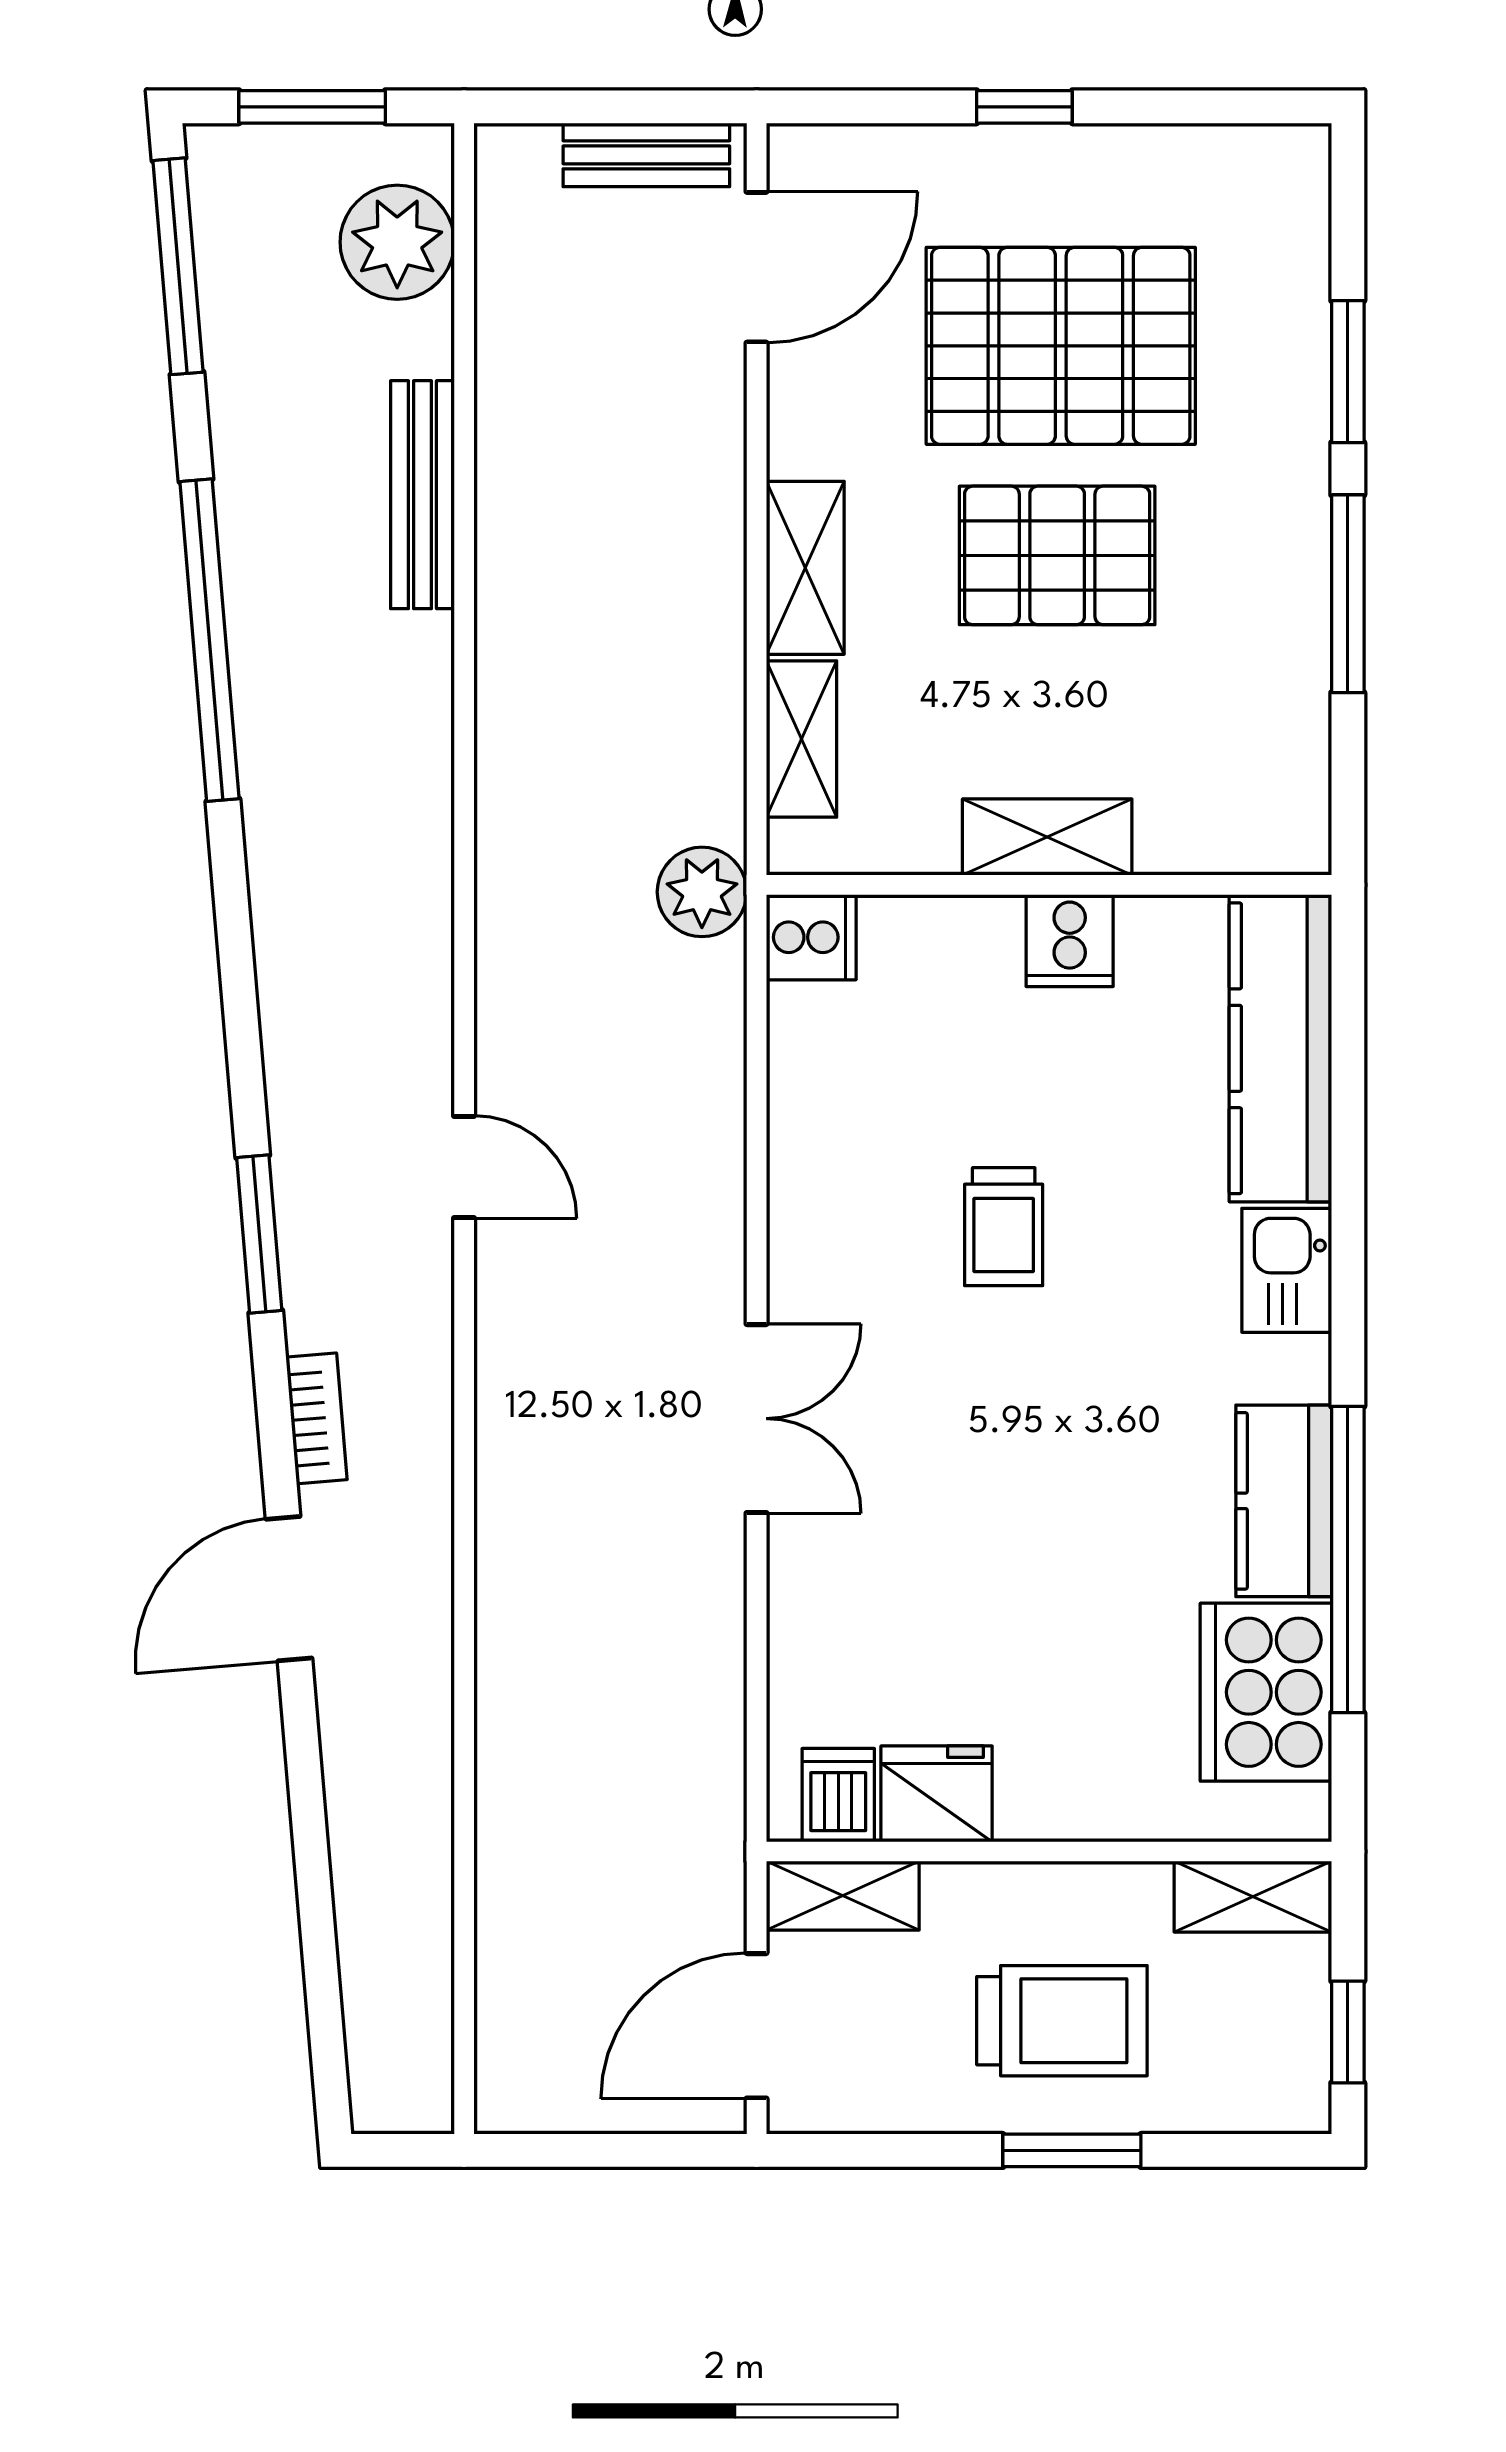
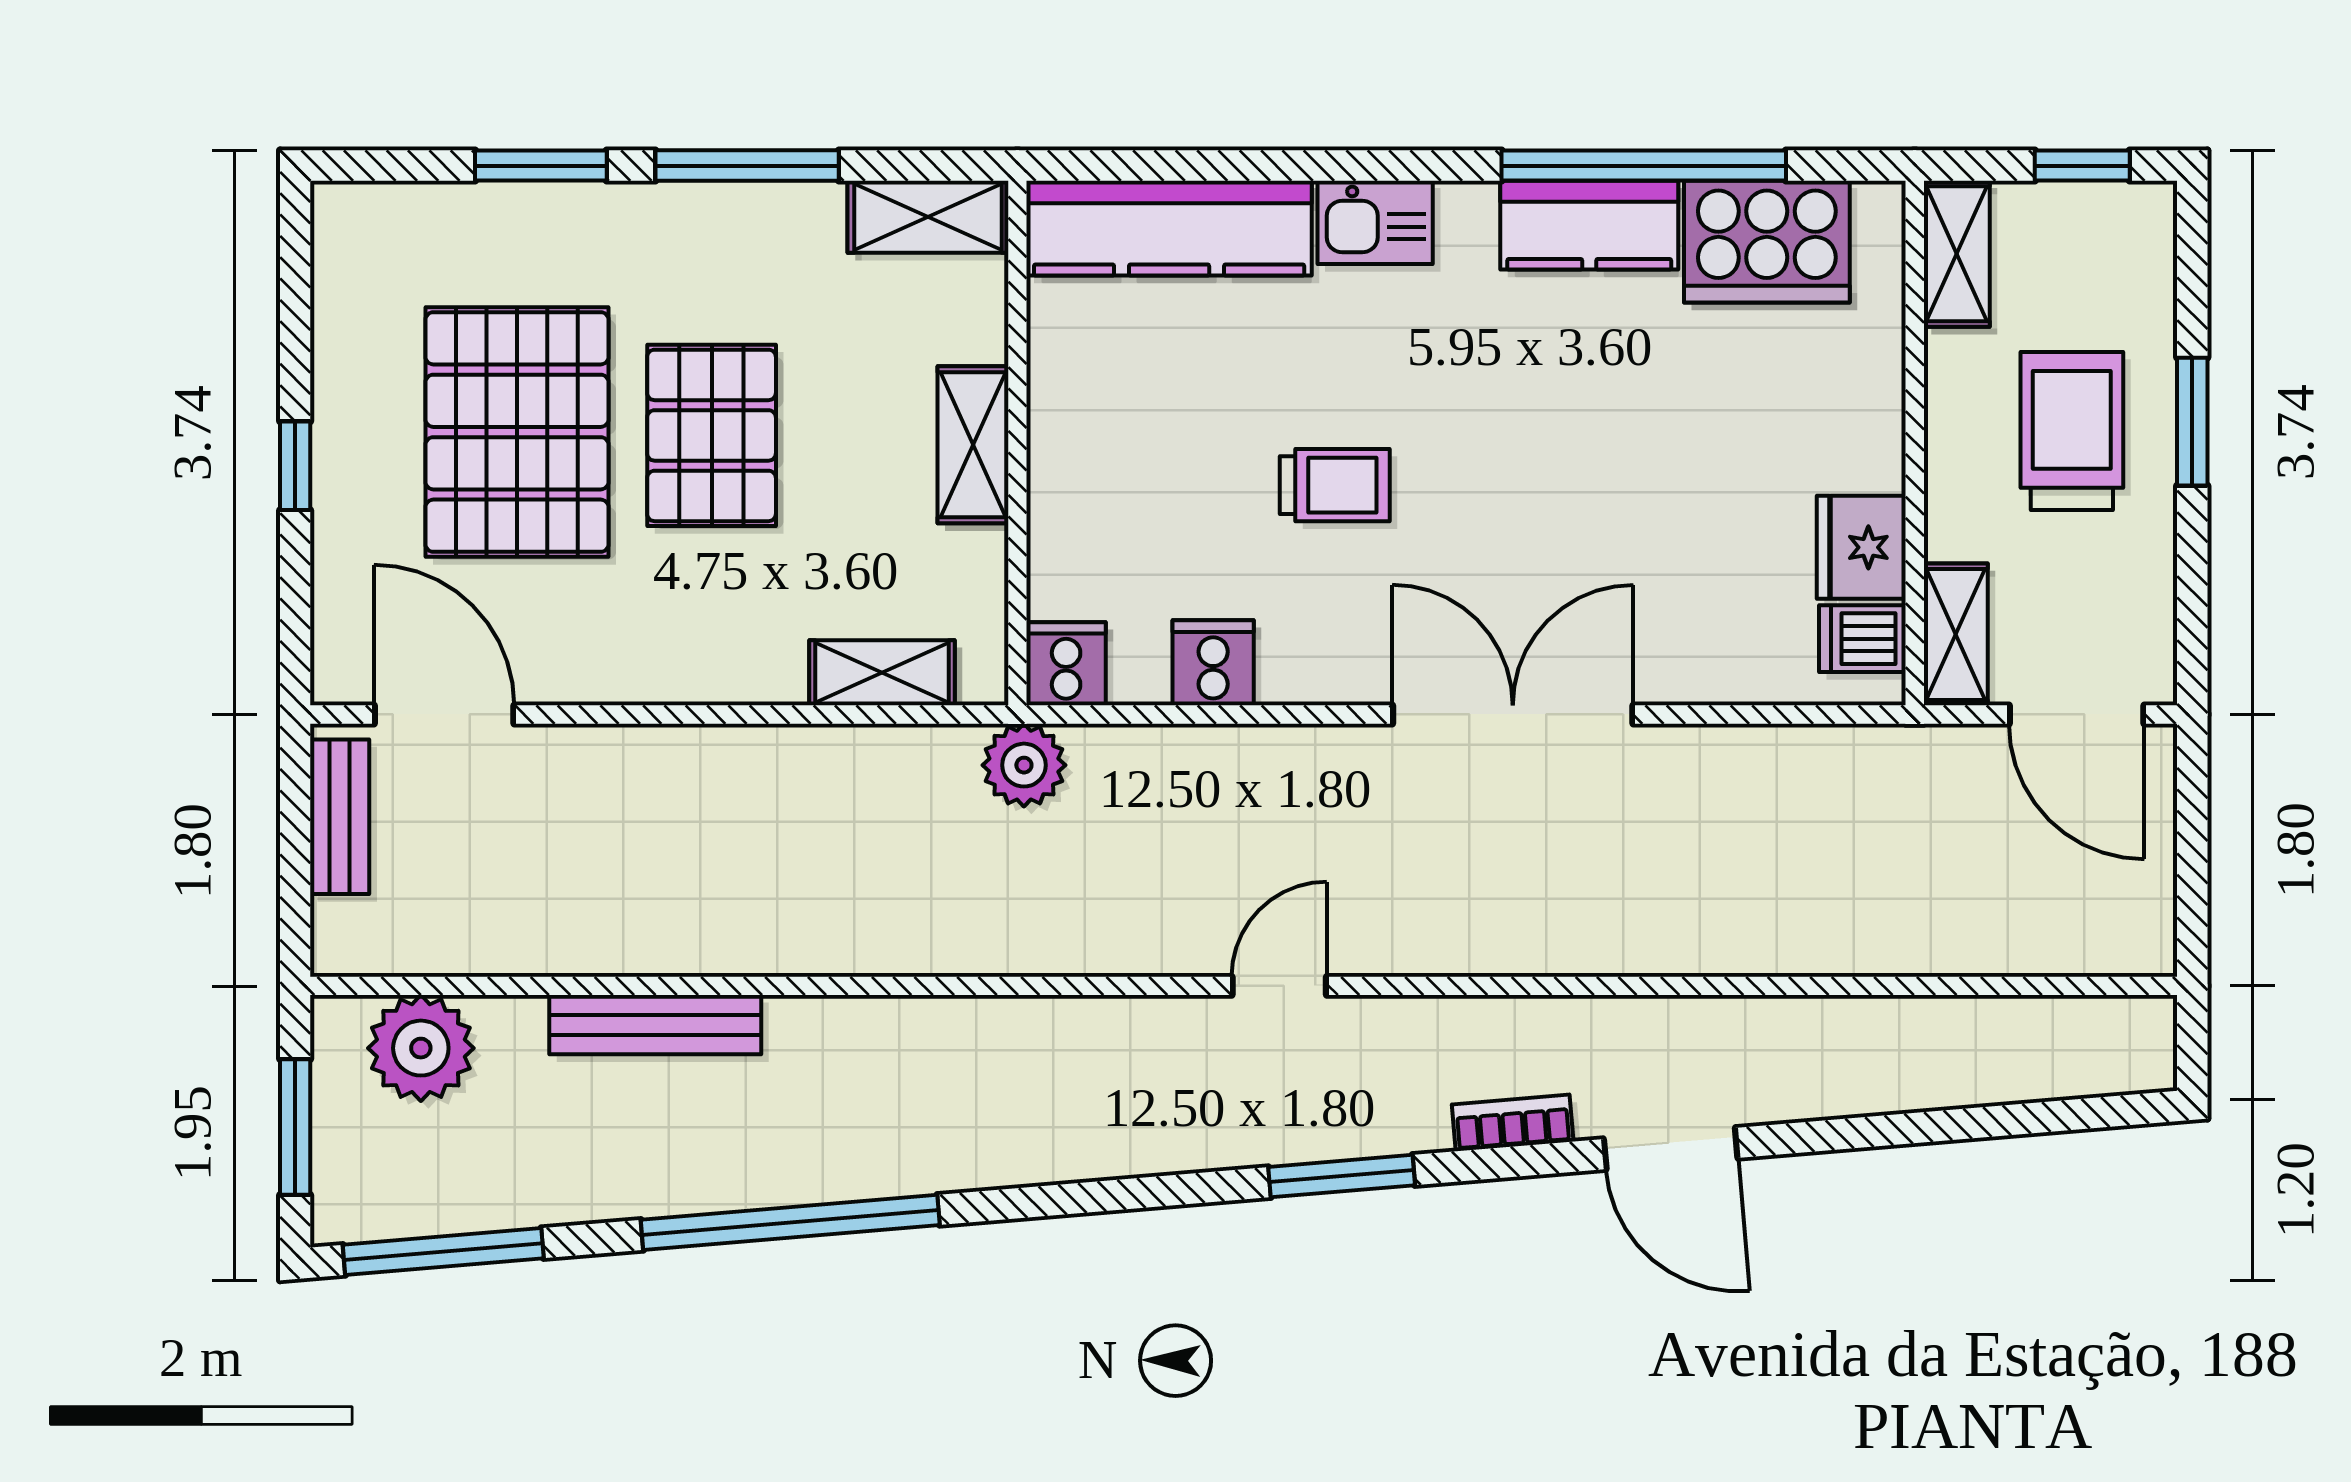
shelving: (805, 568) -> (928, 217), moved
cooker: (1070, 941) -> (1213, 663), moved, turned -90
double door: (757, 1419) -> (1513, 714), width x1.37

